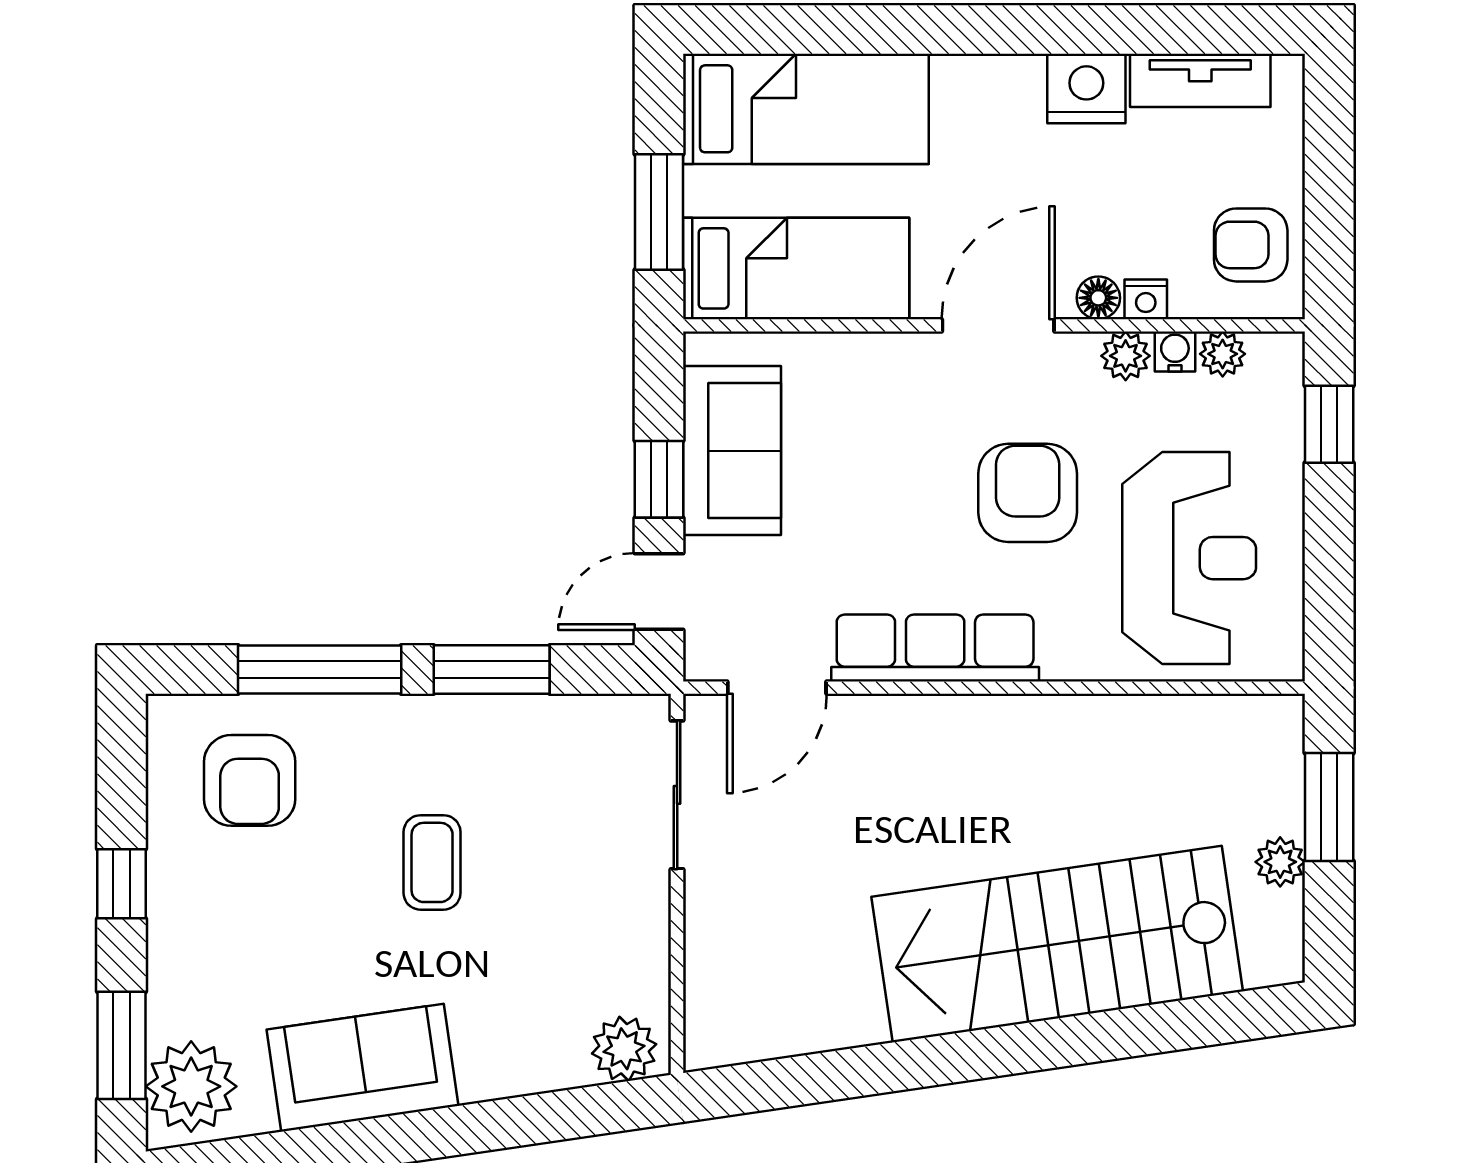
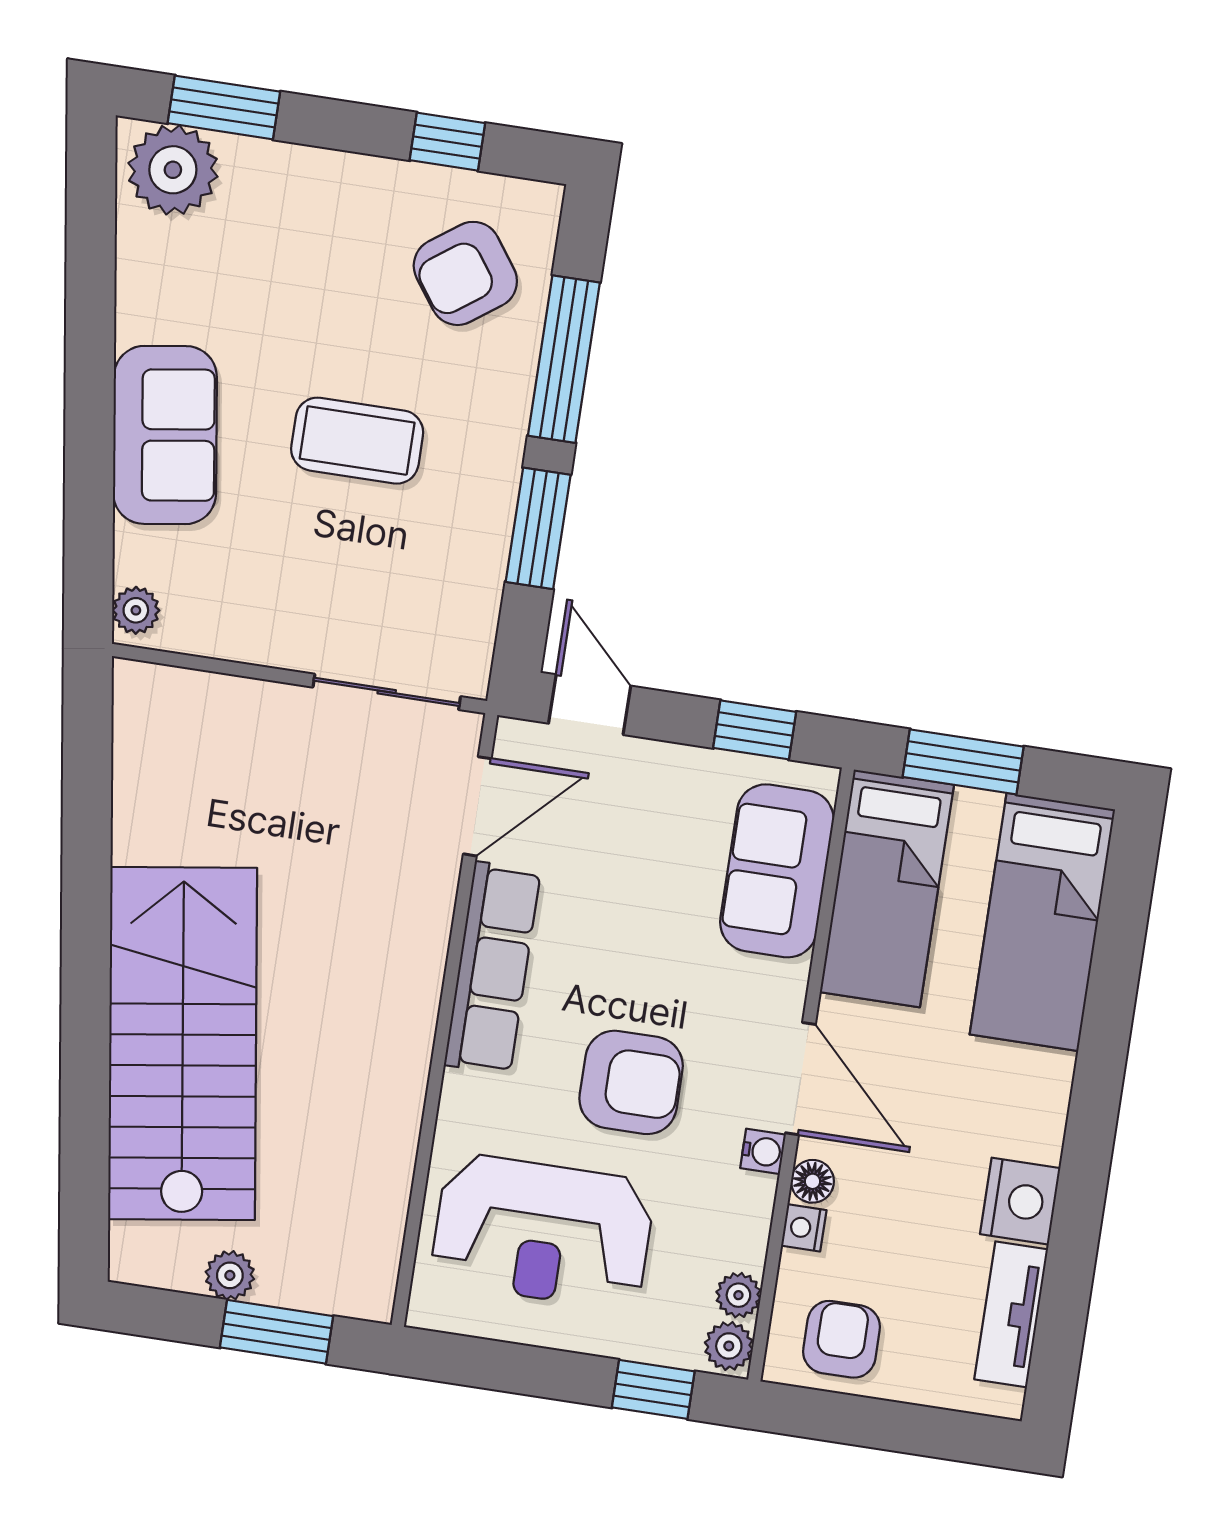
water cooler: (1175, 351) -> (763, 1151), moved
plant: (1126, 356) -> (729, 1346), moved
sofa: (732, 451) -> (777, 871), moved, turned 90
window: (659, 479) -> (755, 730), moved
door: (777, 688) -> (477, 806), swing flipped
armchair: (250, 780) -> (465, 273), turned -36
coffee table: (432, 862) -> (357, 441), width x1.36, depth x1.30
window: (122, 884) -> (447, 142), moved
plant: (624, 1049) -> (136, 610), width x0.73, depth x0.73
sofa: (362, 1068) -> (165, 435), moved

